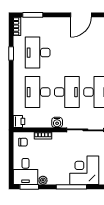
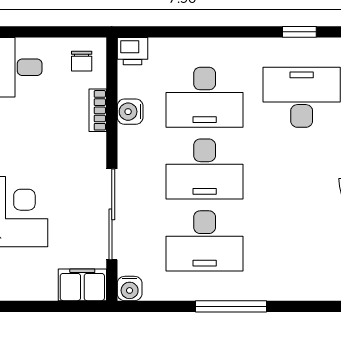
desk: (38, 92) -> (205, 97), turned 180
water cooler: (57, 122) -> (130, 112), moved

